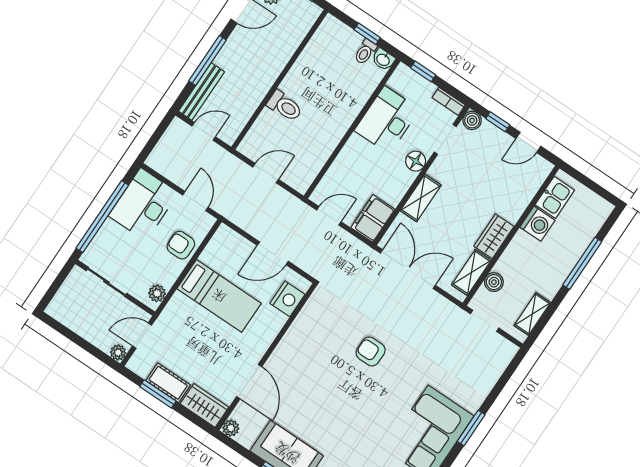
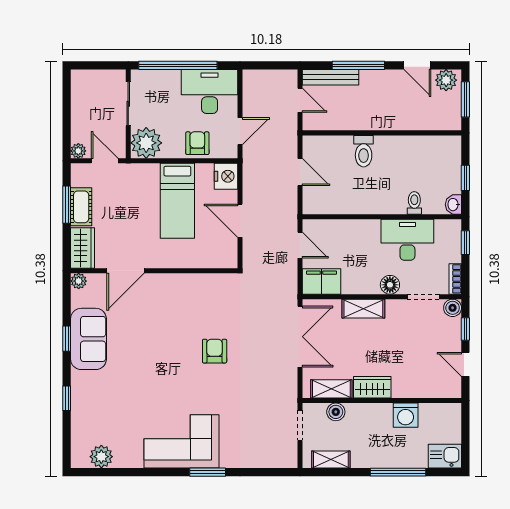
toilet: (365, 52) -> (414, 203), moved, turned 90
kitchen sink: (555, 197) -> (445, 456), moved, turned 180
plant: (157, 293) -> (146, 143), width x1.87, depth x1.87
nightstand: (287, 299) -> (226, 176), moved, turned -90

